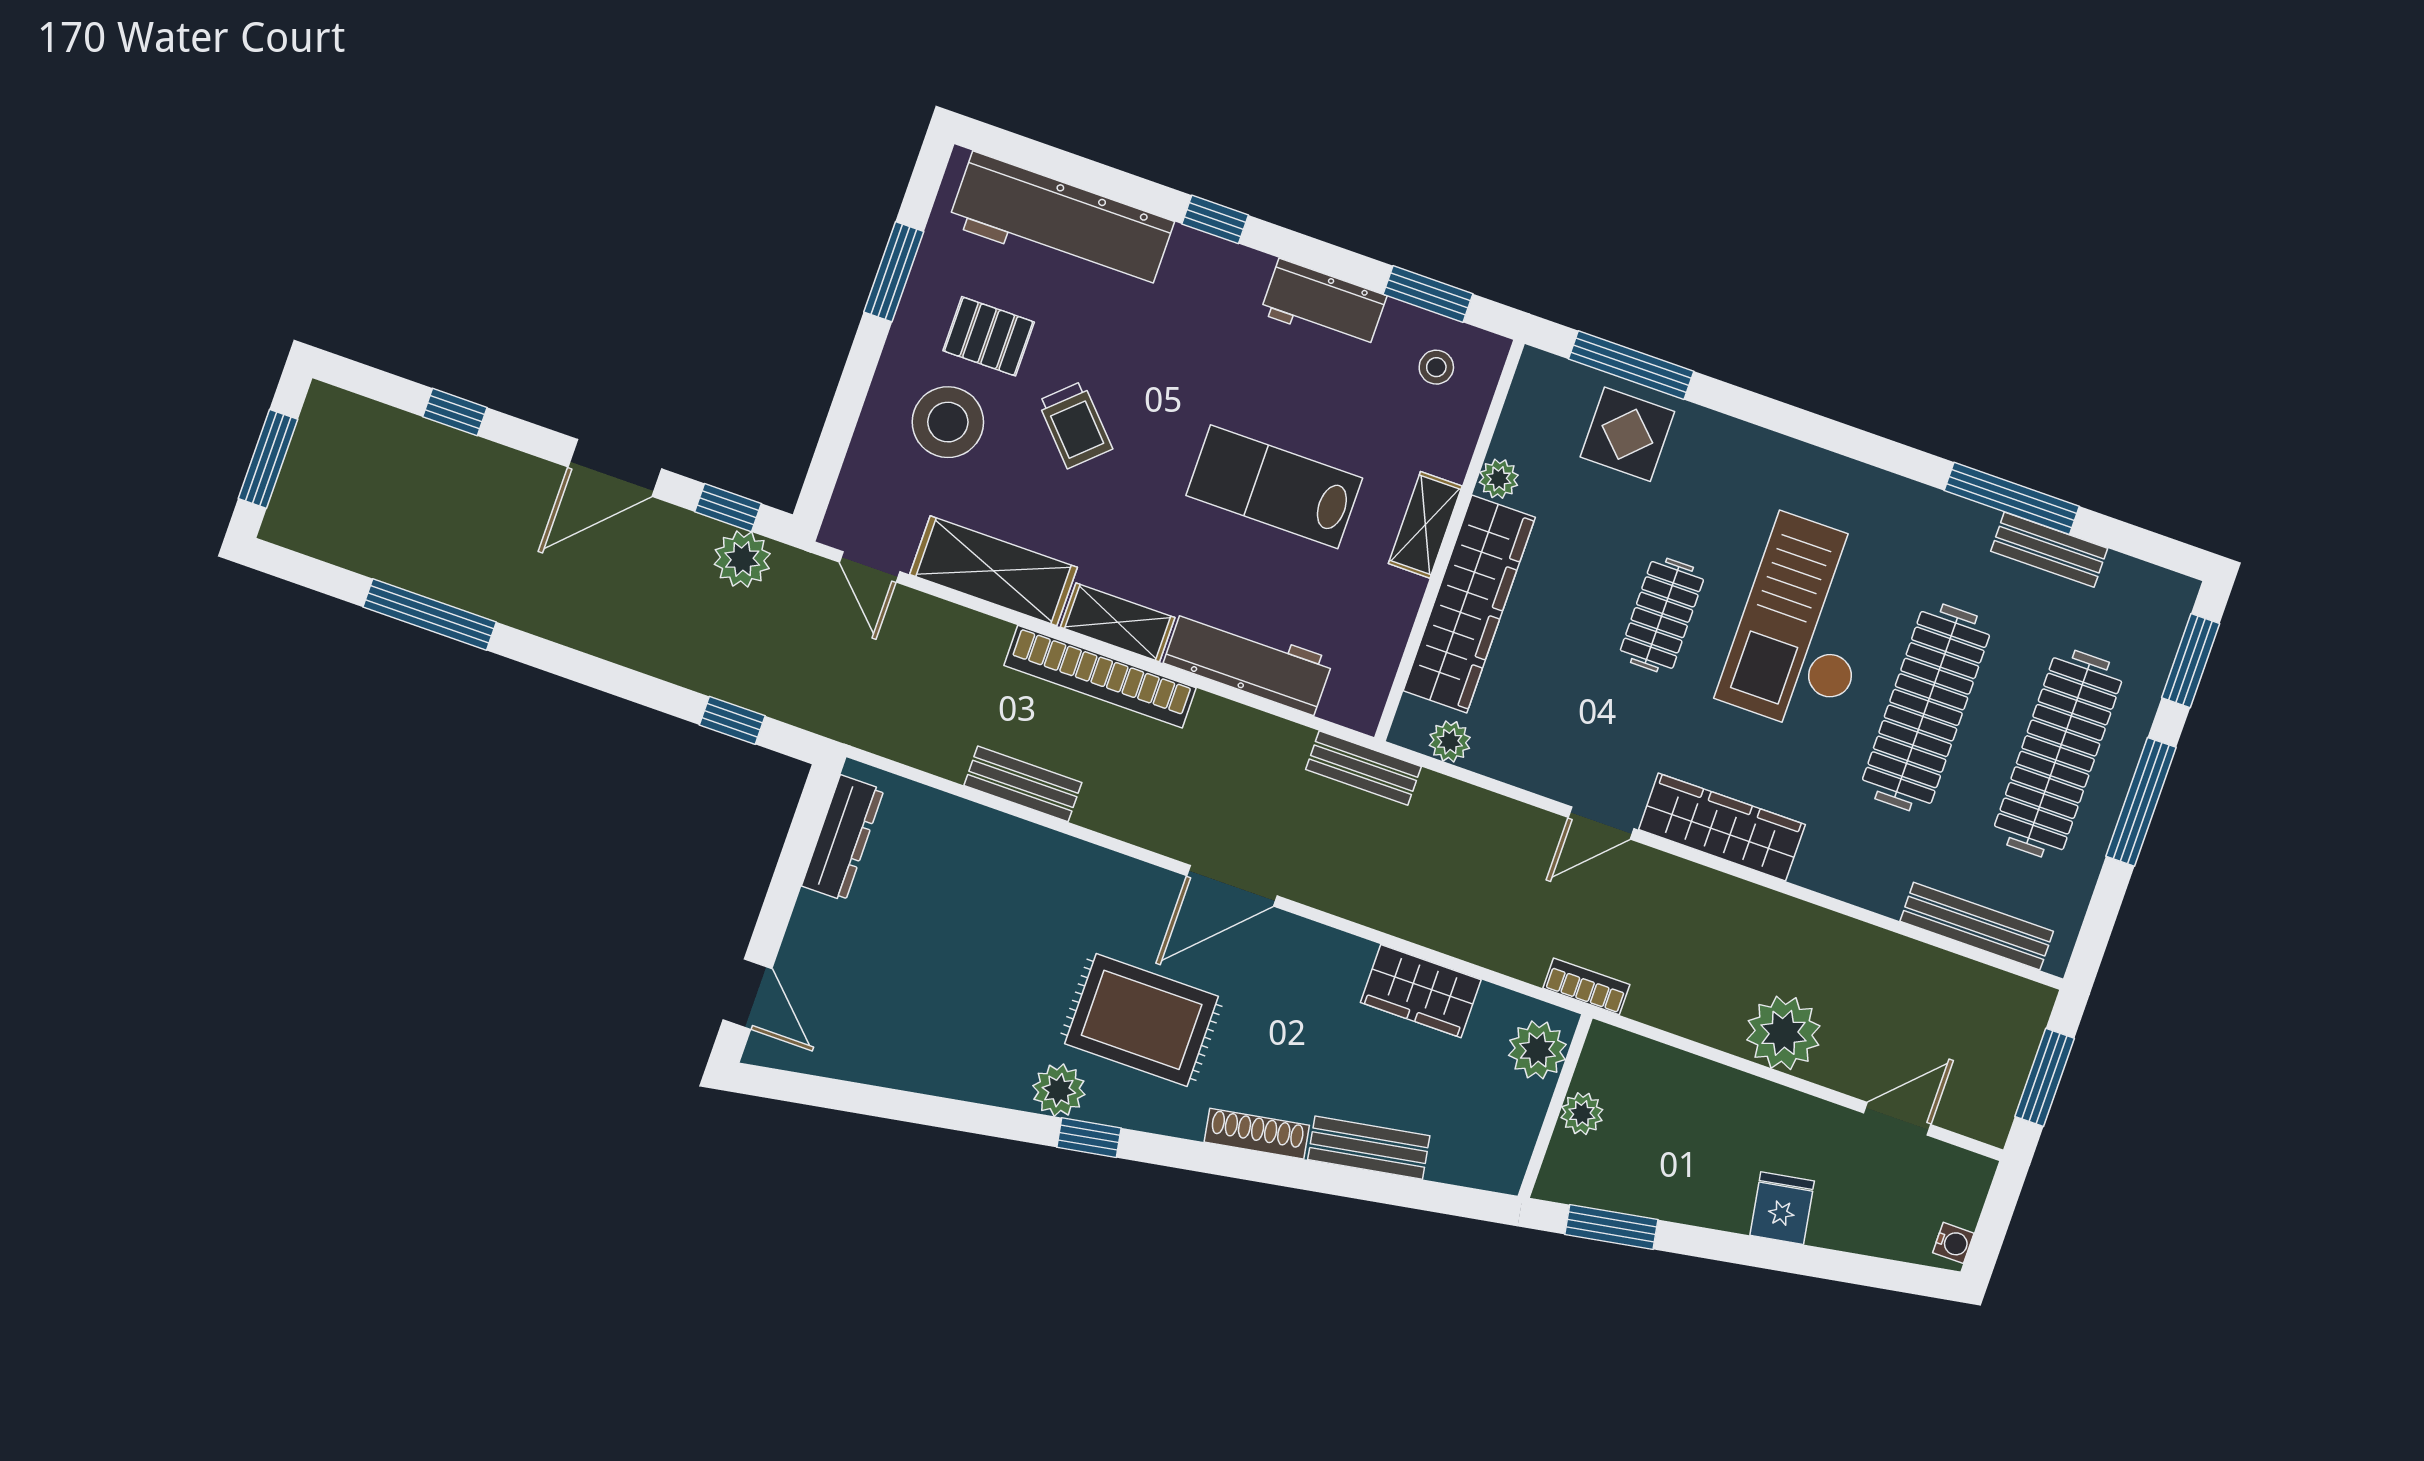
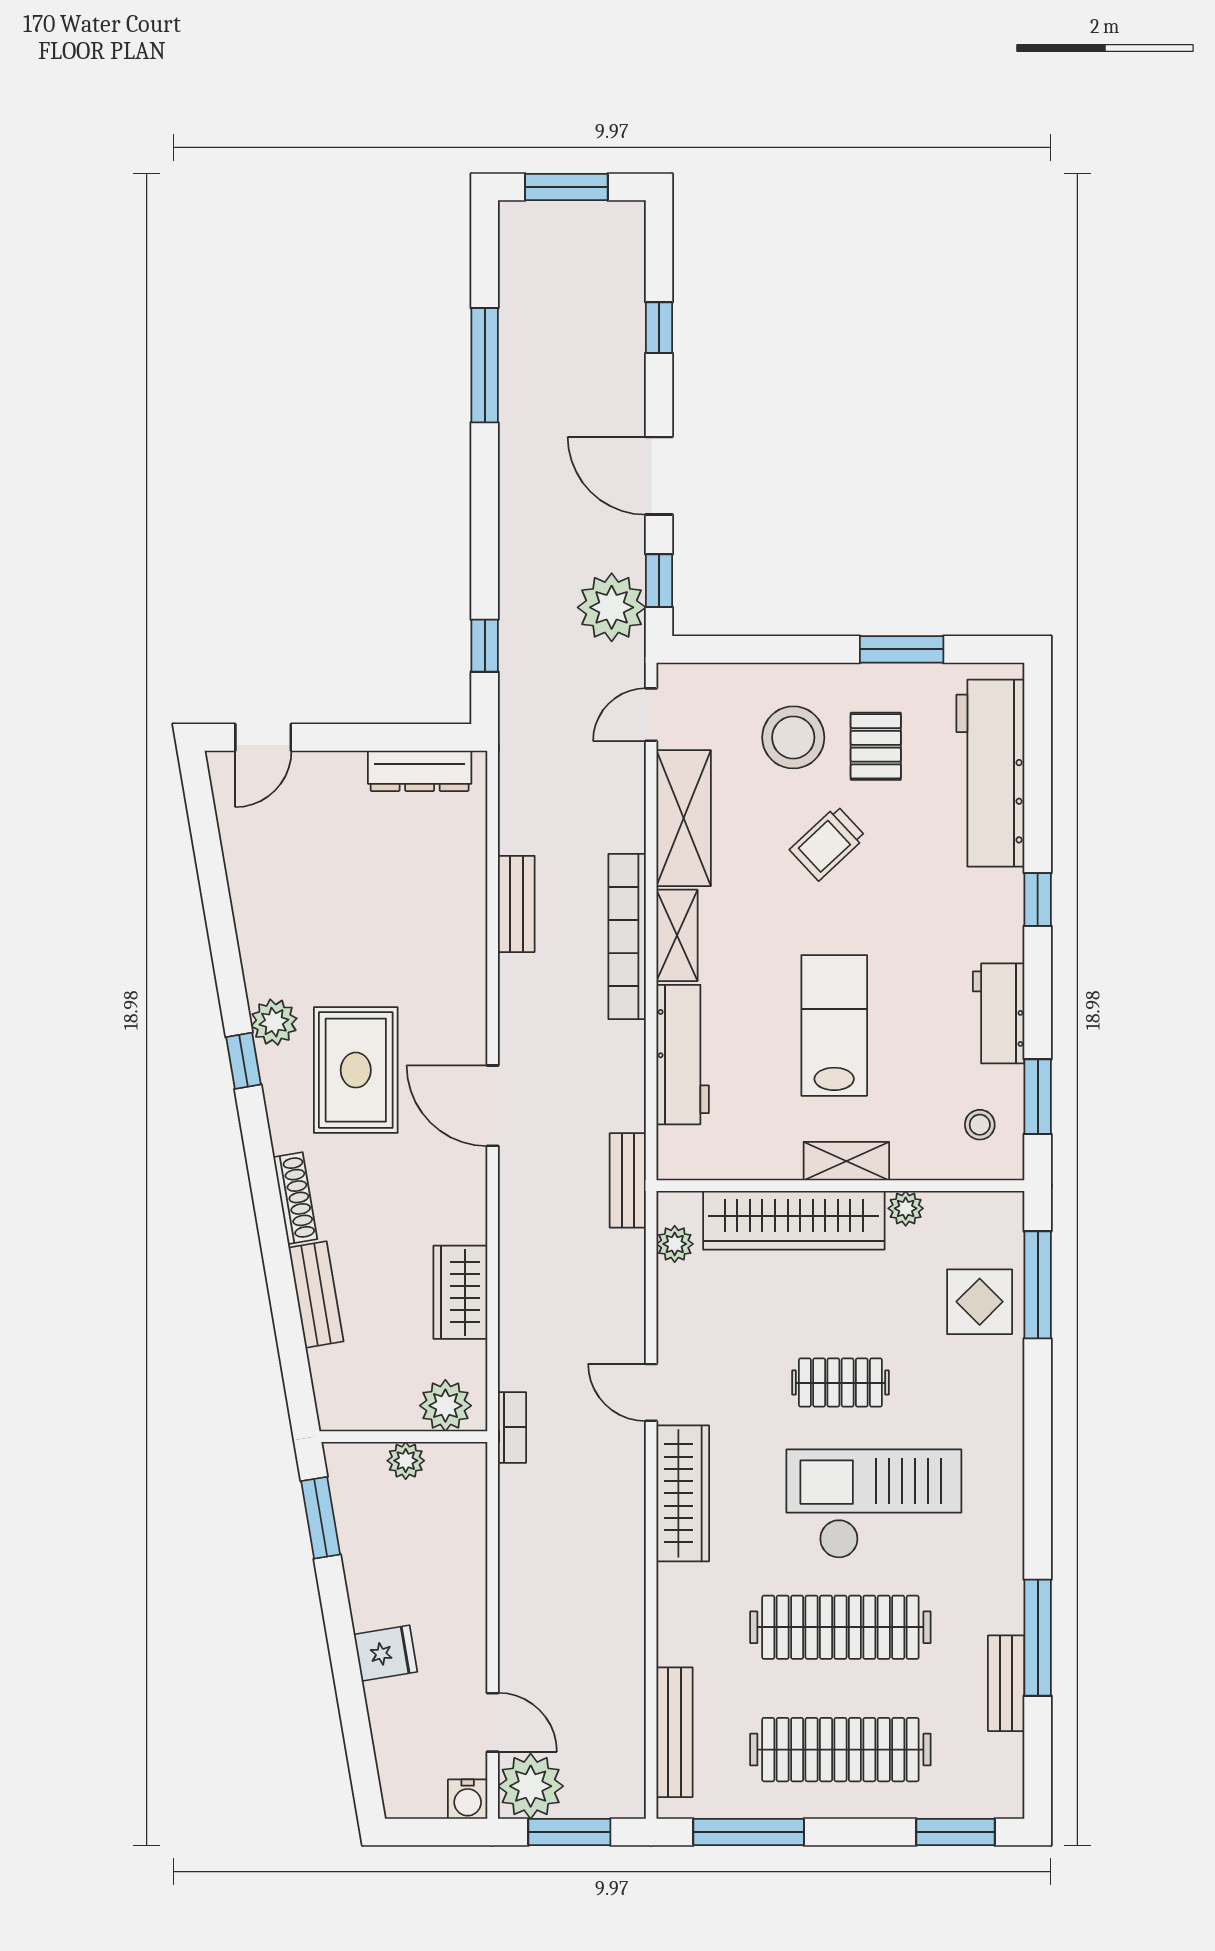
plant: (742, 559) -> (612, 607), width x1.36, depth x1.36
window: (2141, 802) -> (749, 1832), moved
plant: (1783, 1033) -> (531, 1786), moved
water cooler: (1953, 1243) -> (468, 1799), moved, width x1.38, depth x1.38

